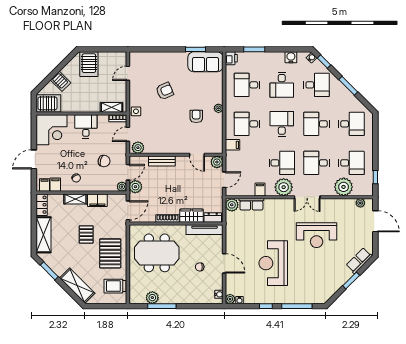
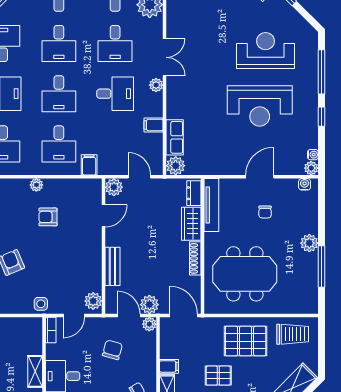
shelving: (112, 107) -> (35, 371), moved
desk: (282, 124) -> (59, 94), turned -90
door: (128, 134) -> (74, 315), hinge flipped
desk: (282, 163) -> (115, 94), turned 90
plant: (284, 187) -> (156, 85), width x0.53, depth x0.53
filing cabinet: (97, 200) -> (169, 366), width x0.50
reception desk: (317, 235) -> (266, 51), moved, turned -90
meeting table: (157, 253) -> (245, 274), turned 90
trolley: (115, 286) -> (293, 334), turned -90
plant: (152, 298) -> (309, 243), moved

